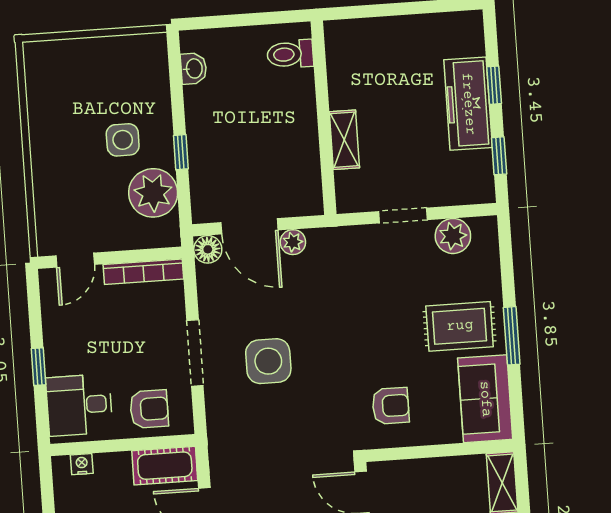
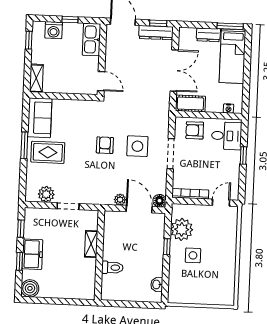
boiler: (465, 30) -> (30, 288), added
toilet: (290, 54) -> (112, 268), moved
freezer: (468, 104) -> (32, 254), width x0.71
armchair: (391, 406) -> (105, 145), moved, turned 90

